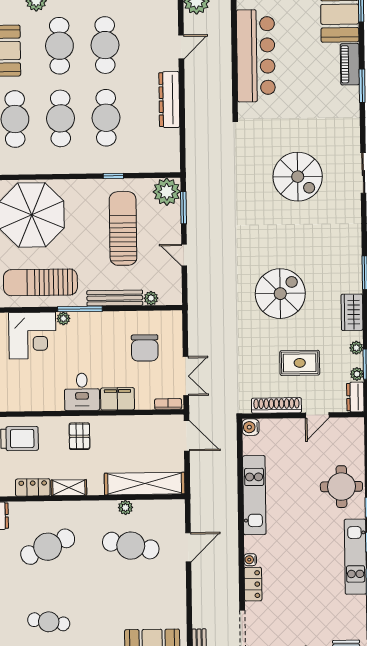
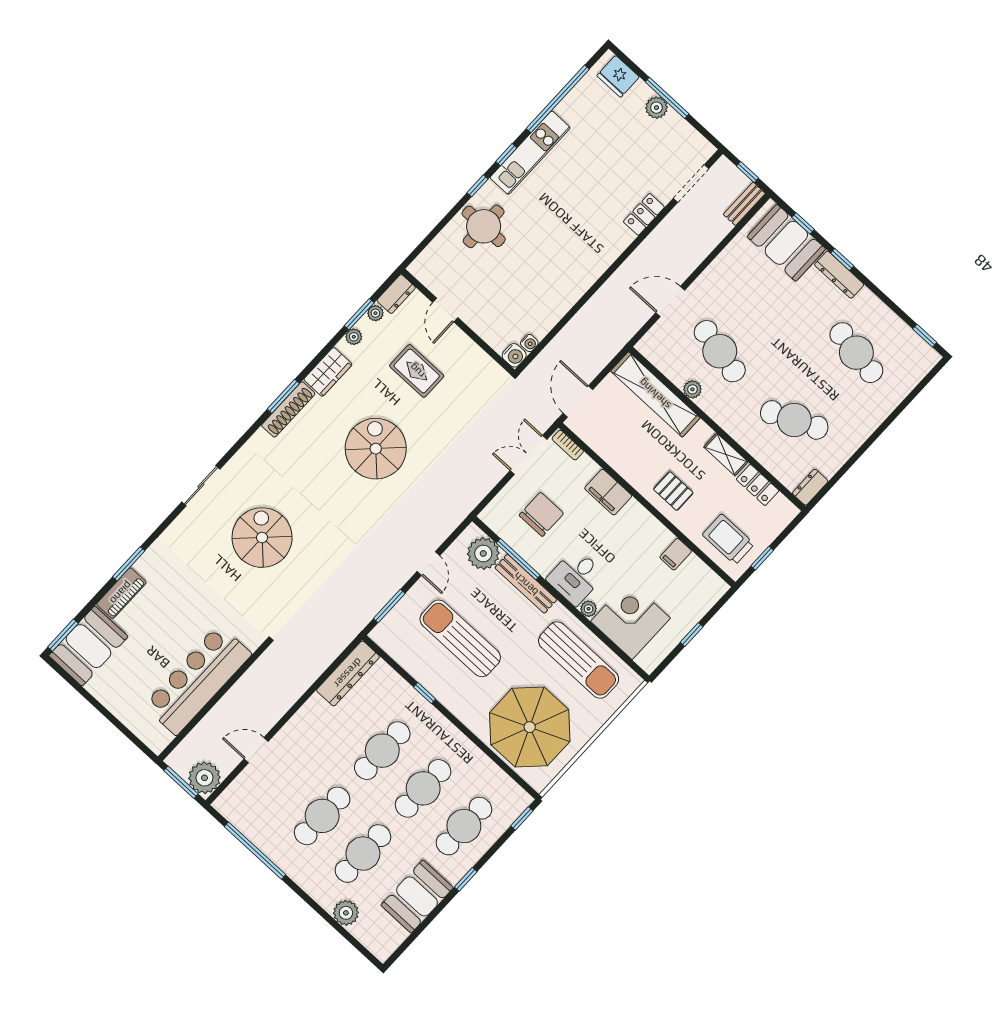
dresser: (169, 100) -> (348, 673), moved
plant: (167, 192) -> (391, 634), removed
sun lounger: (123, 228) -> (460, 638), turned 90
spiral stairs: (280, 294) -> (376, 449), turned 90
plant: (151, 298) -> (483, 554), width x1.87, depth x1.87
window: (80, 309) -> (518, 559), moved
desk: (82, 392) -> (576, 577), moved, turned 180
filing cabinet: (42, 400) -> (676, 554), added
shoe rack: (276, 405) -> (288, 409), moved, turned -90
door: (317, 415) -> (445, 310), swing flipped
pallet: (79, 436) -> (673, 491), turned 90
kitchen unit: (254, 495) -> (568, 292), removed
water cooler: (250, 560) -> (529, 343), moved
cafe table: (49, 622) -> (856, 353), width x1.37, depth x1.35

